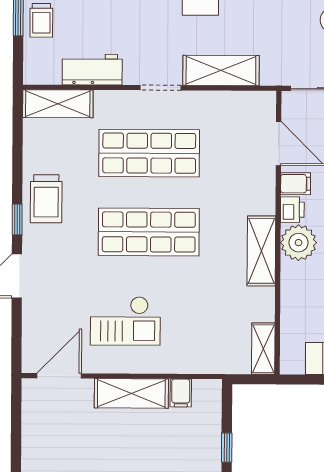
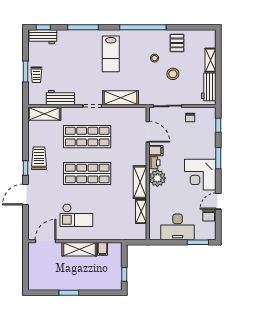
trolley: (46, 199) -> (39, 158), turned 180
shelving: (263, 349) -> (141, 212), moved

